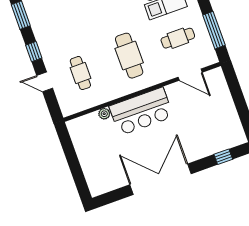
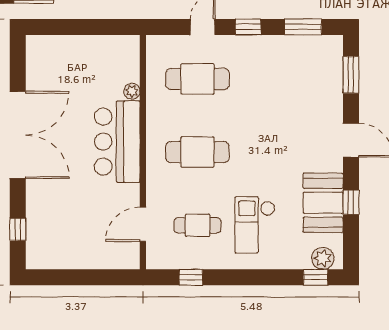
window: (214, 30) -> (191, 277), width x0.46
cafe table: (178, 38) -> (197, 225), turned 90
cafe table: (80, 73) -> (197, 79), width x1.37, depth x1.35

